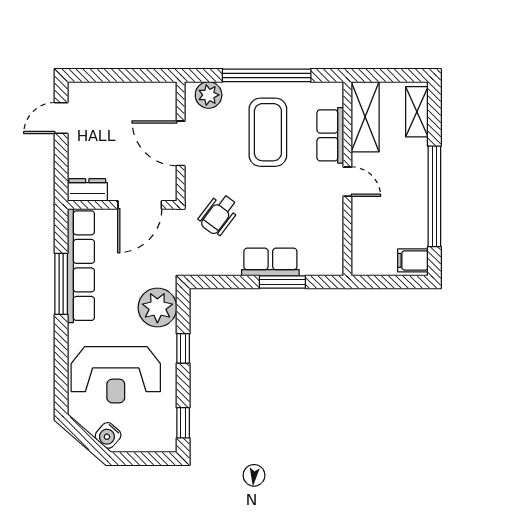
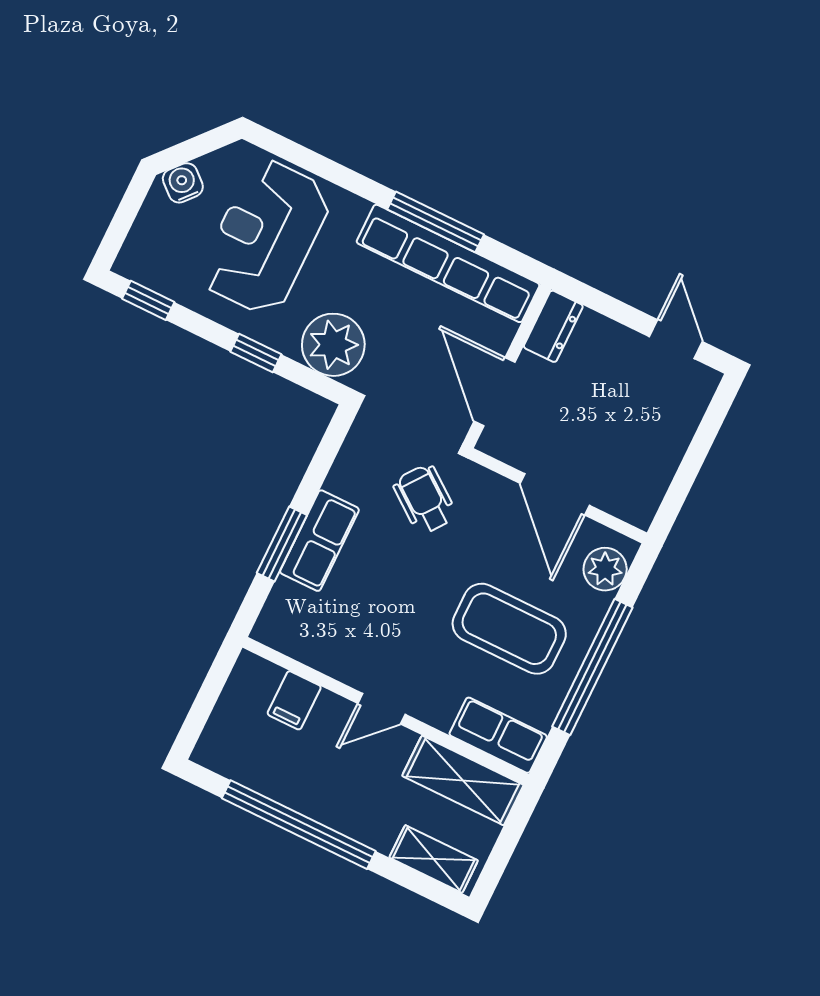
row of seats: (330, 135) -> (498, 735), moved
door: (181, 143) -> (555, 494), swing flipped
filing cabinet: (413, 260) -> (294, 700), moved, turned 180

